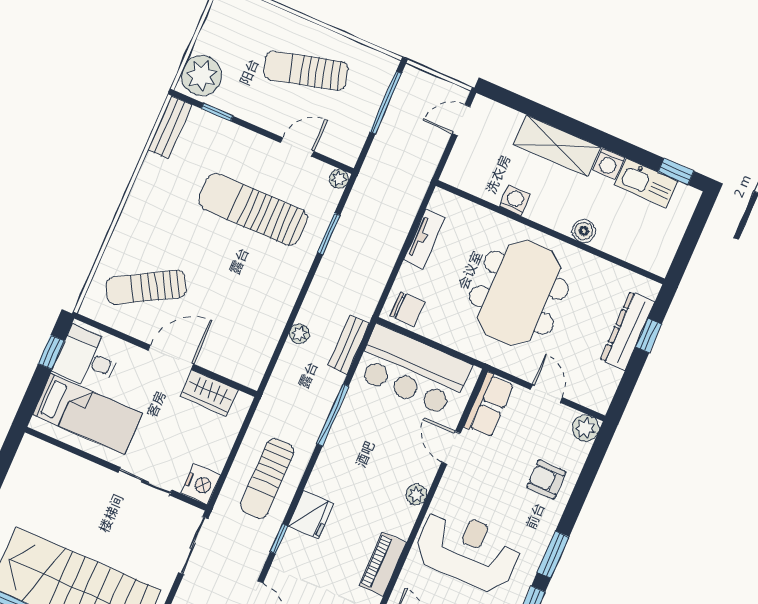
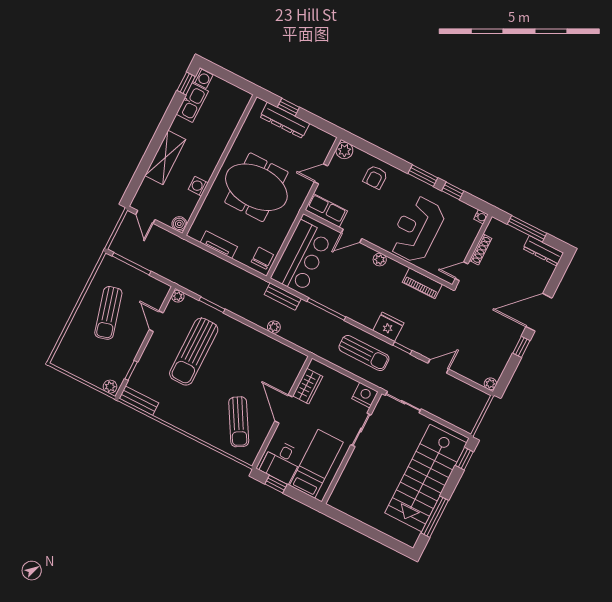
plant: (202, 76) -> (110, 387), width x0.53, depth x0.53
washing machine: (609, 164) -> (203, 78), moved
boiler: (584, 231) -> (179, 224), moved

